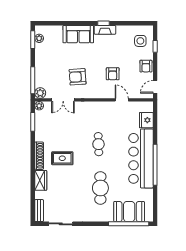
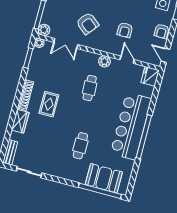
armchair: (78, 77) -> (87, 23), turned -137
door: (155, 87) -> (166, 55), hinge flipped
plant: (102, 107) -> (104, 61), added
fridge: (146, 120) -> (150, 76), moved
cafe table: (98, 144) -> (90, 88), moved
rug: (62, 158) -> (49, 104), turned 90
cafe table: (100, 188) -> (80, 146), width x0.73, depth x0.74

